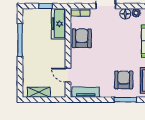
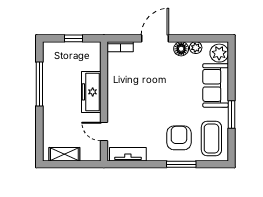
freezer: (59, 24) -> (91, 92), moved
armchair: (82, 38) -> (122, 82), removed

